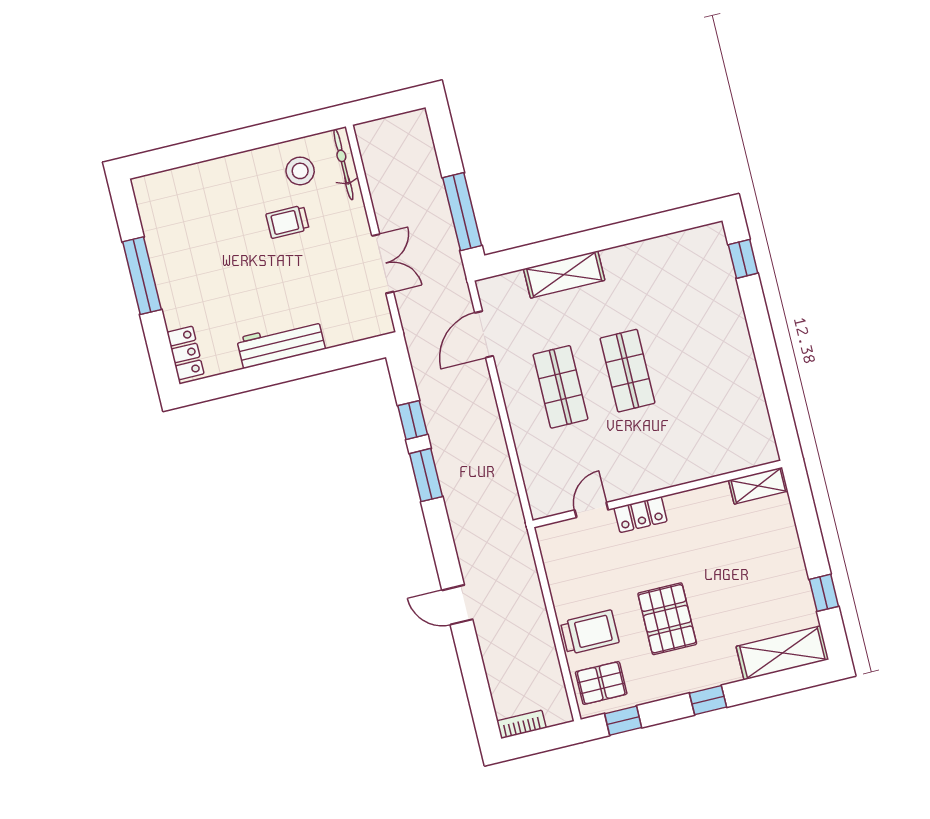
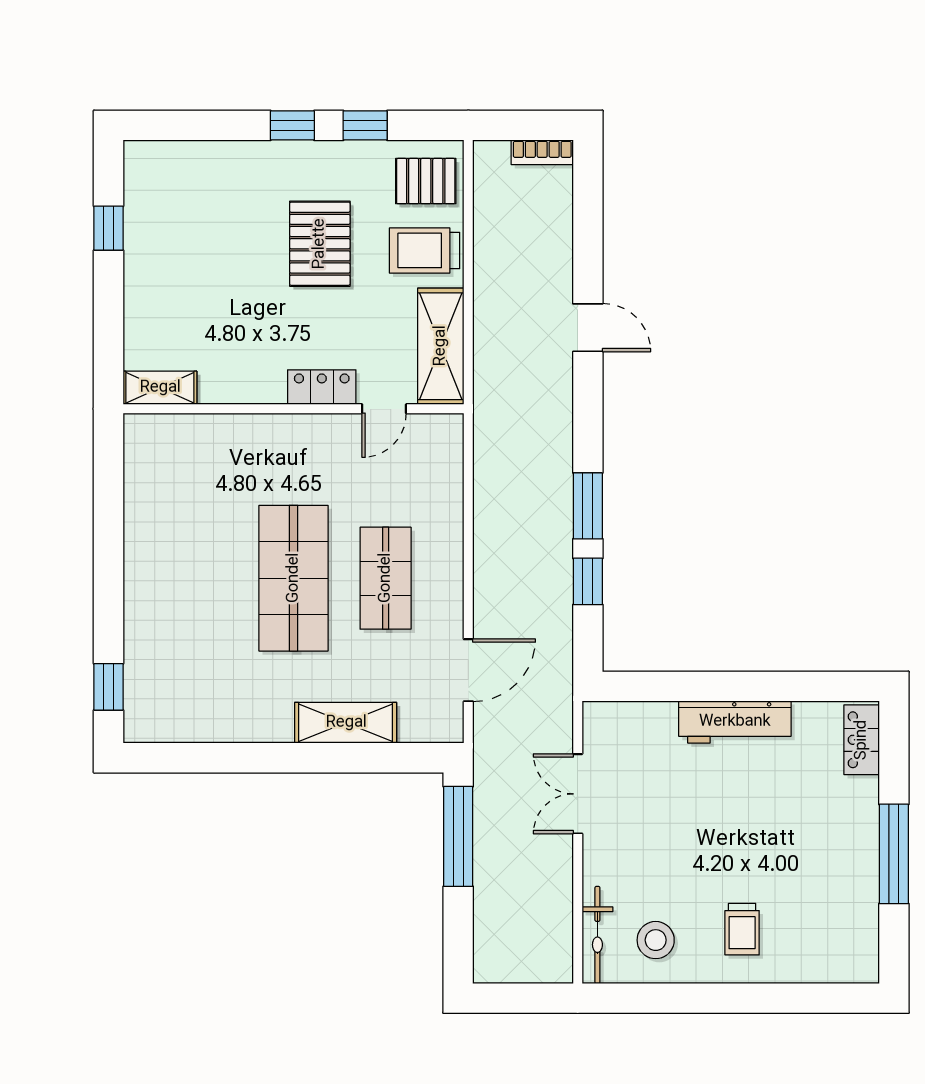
trolley: (288, 222) -> (742, 929), moved, turned 90
shop shelf: (627, 371) -> (294, 578), width x1.43, depth x1.36
shelving: (782, 653) -> (441, 346), moved, turned 90
window: (623, 721) -> (365, 125), moved

